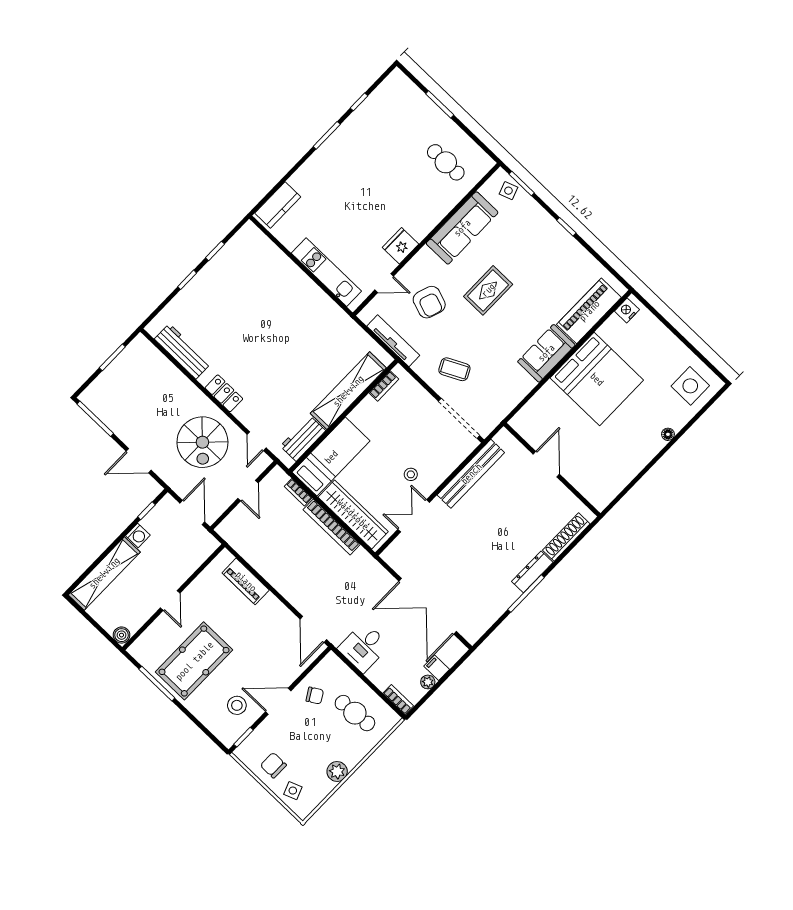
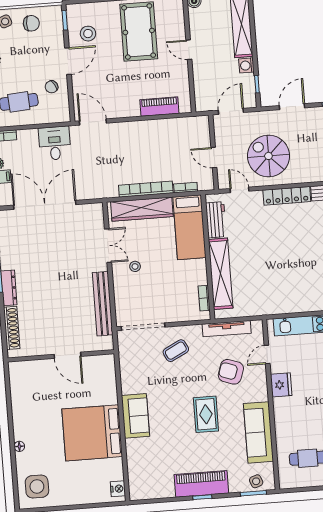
piano: (589, 311) -> (201, 484), moved, turned -90
locker: (224, 393) -> (287, 196), width x1.53
door: (192, 512) -> (231, 111), swing flipped

